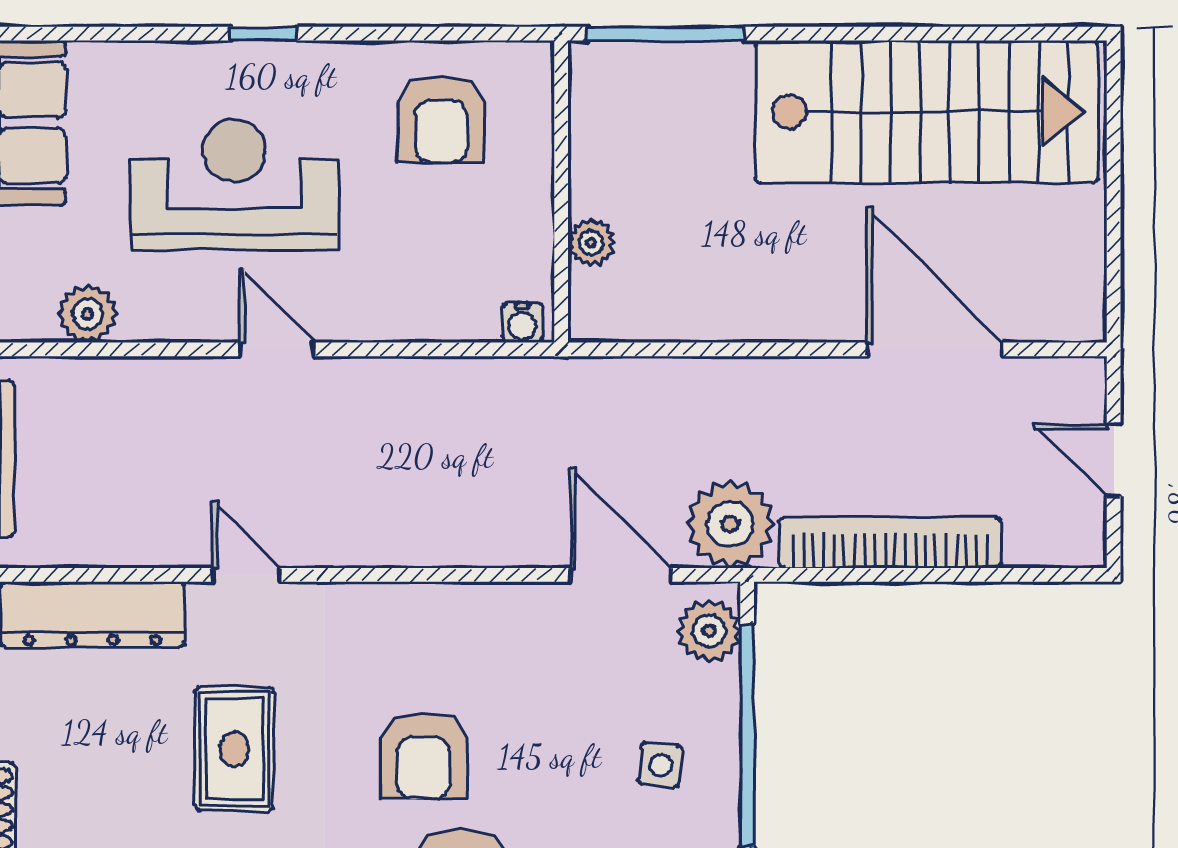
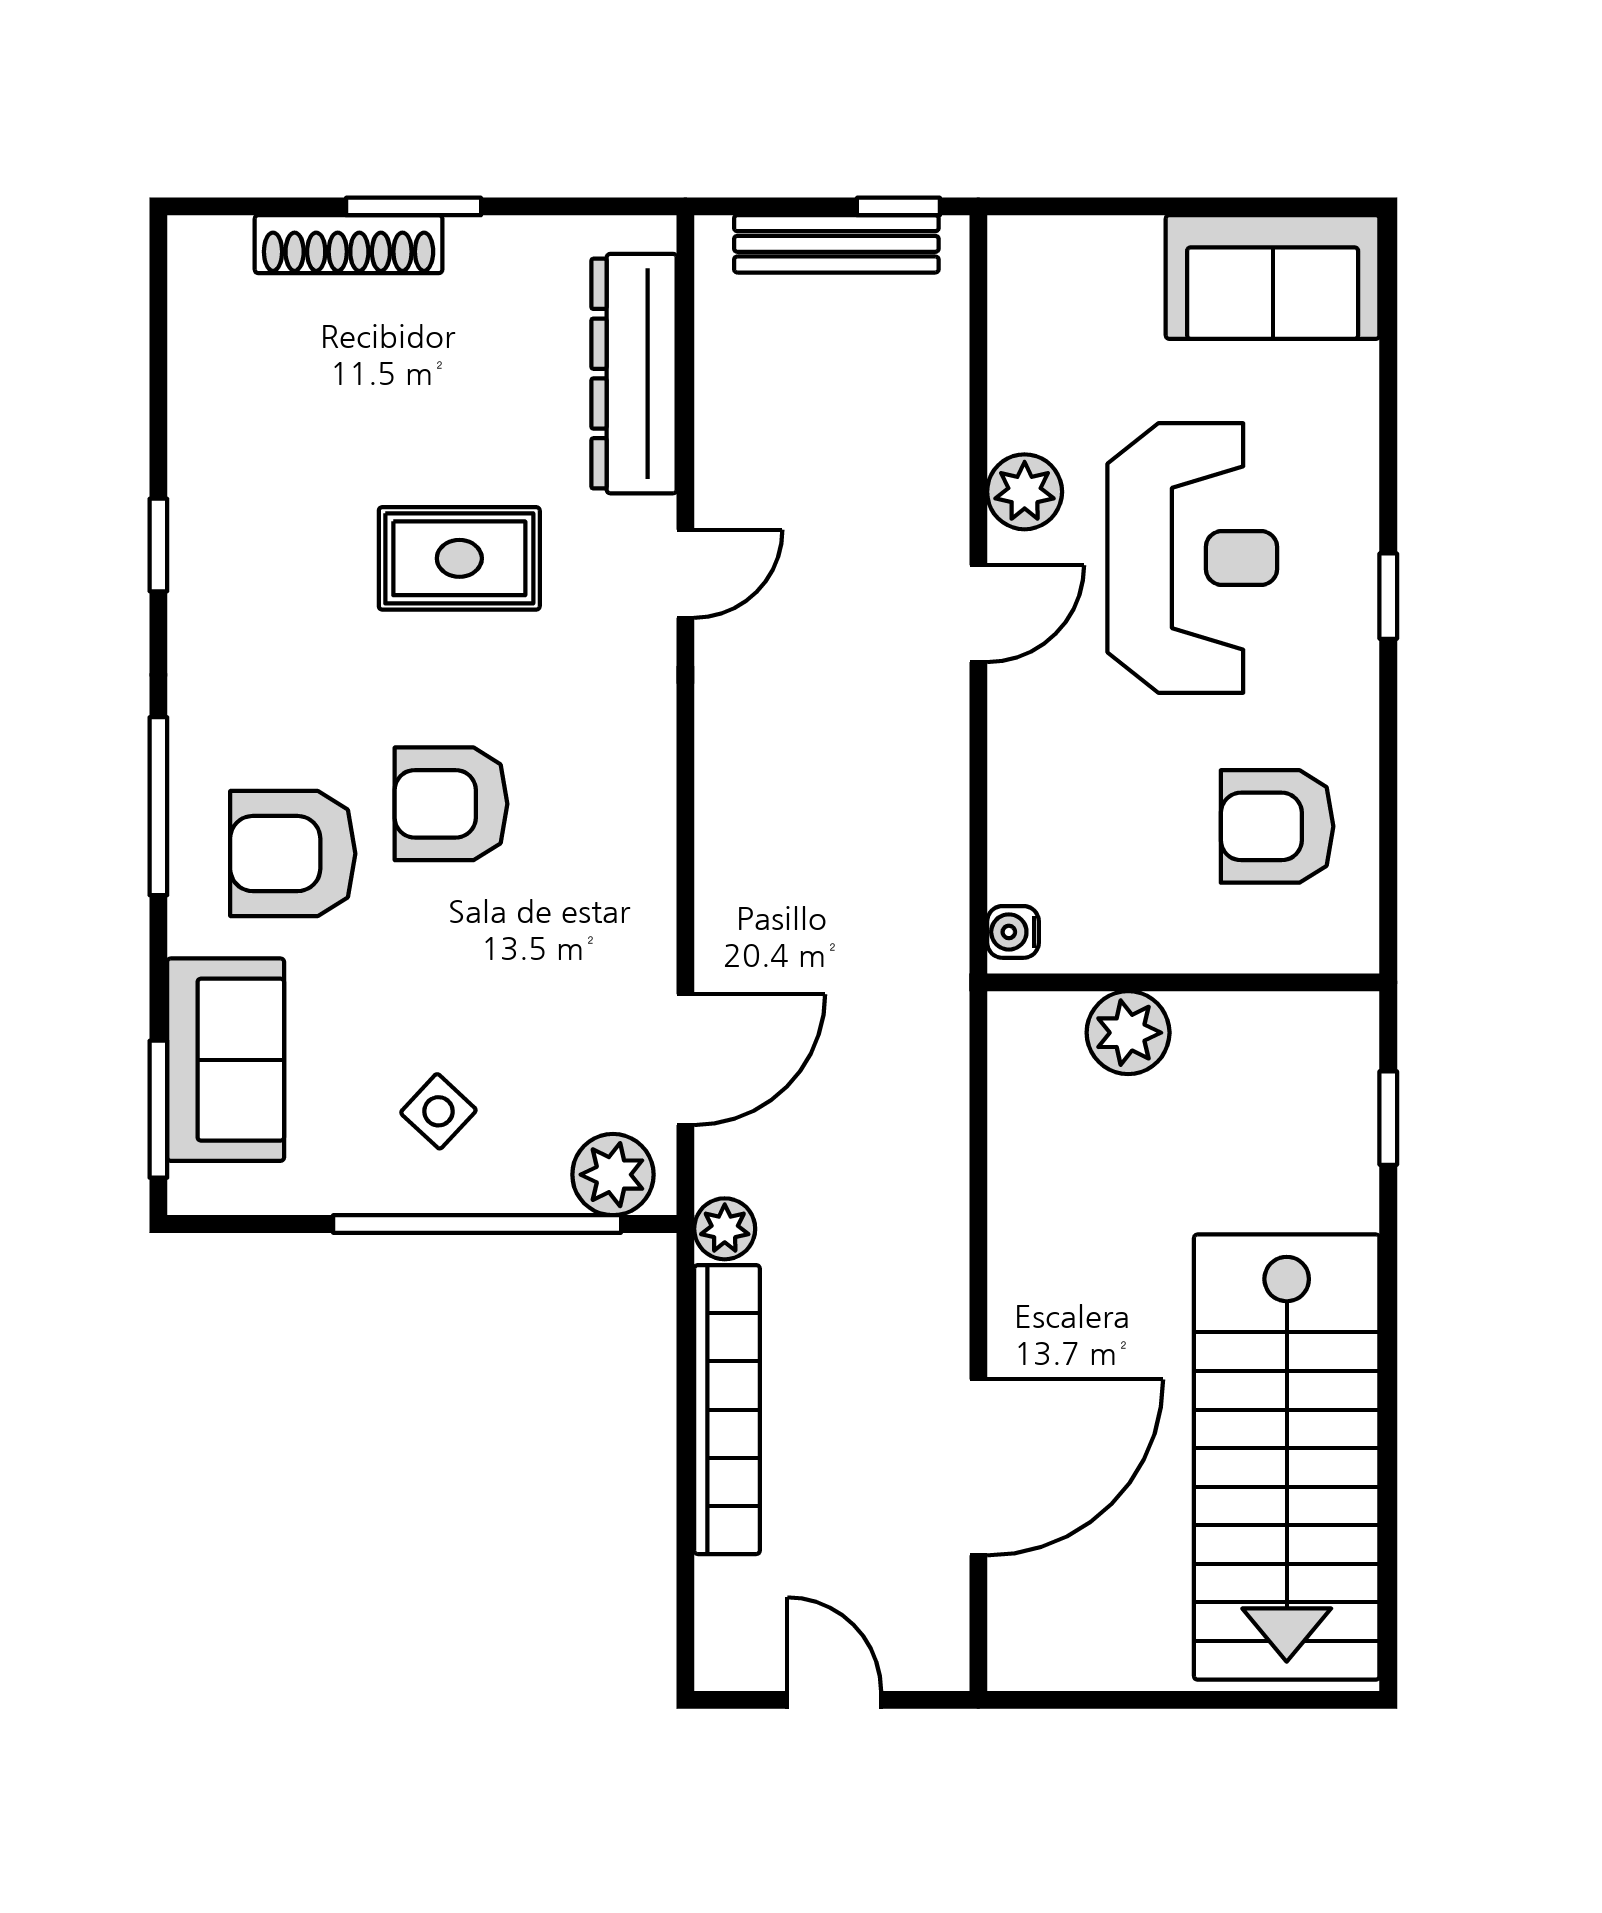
window: (666, 34) -> (1388, 1118), width x0.46
plant: (591, 243) -> (1128, 1033), width x1.38, depth x1.38
plant: (87, 314) -> (1025, 492), moved
door: (1114, 460) -> (834, 1700), hinge flipped
plant: (730, 524) -> (725, 1229), width x0.53, depth x0.53
side table: (660, 765) -> (438, 1111), turned 38

